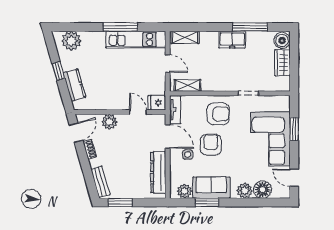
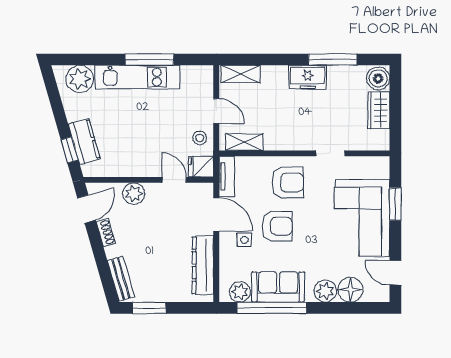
kitchen unit: (136, 40) -> (137, 77), moved
window: (58, 71) -> (70, 150), moved
stool: (156, 83) -> (200, 138), added
armchair: (211, 145) -> (277, 226), turned 90
window: (207, 202) -> (272, 308), width x2.11

